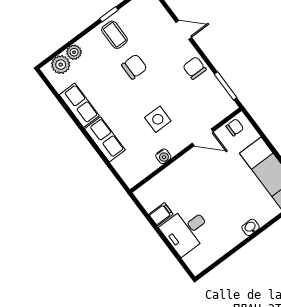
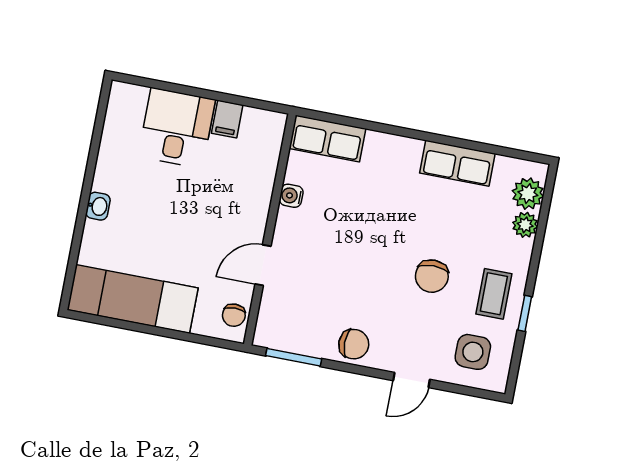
coffee table: (115, 35) -> (494, 294), turned 90
side table: (158, 119) -> (473, 352), moved
row of seats: (105, 139) -> (328, 139), moved

